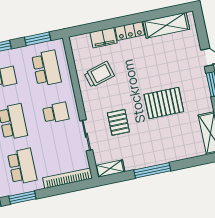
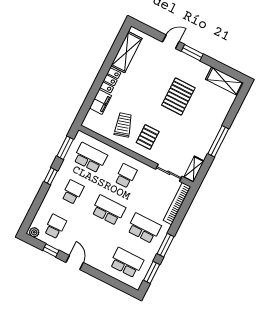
pallet: (118, 122) -> (148, 137), moved, turned 90
sliding door: (86, 135) -> (169, 173), moved

